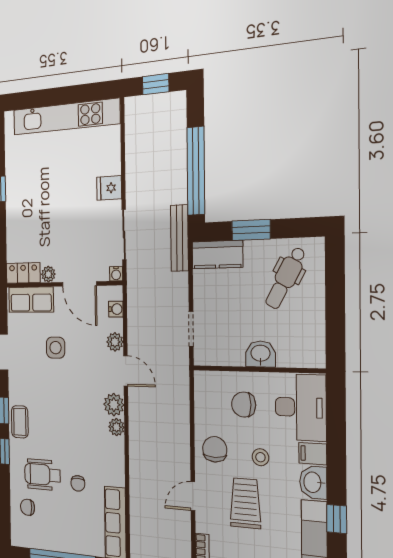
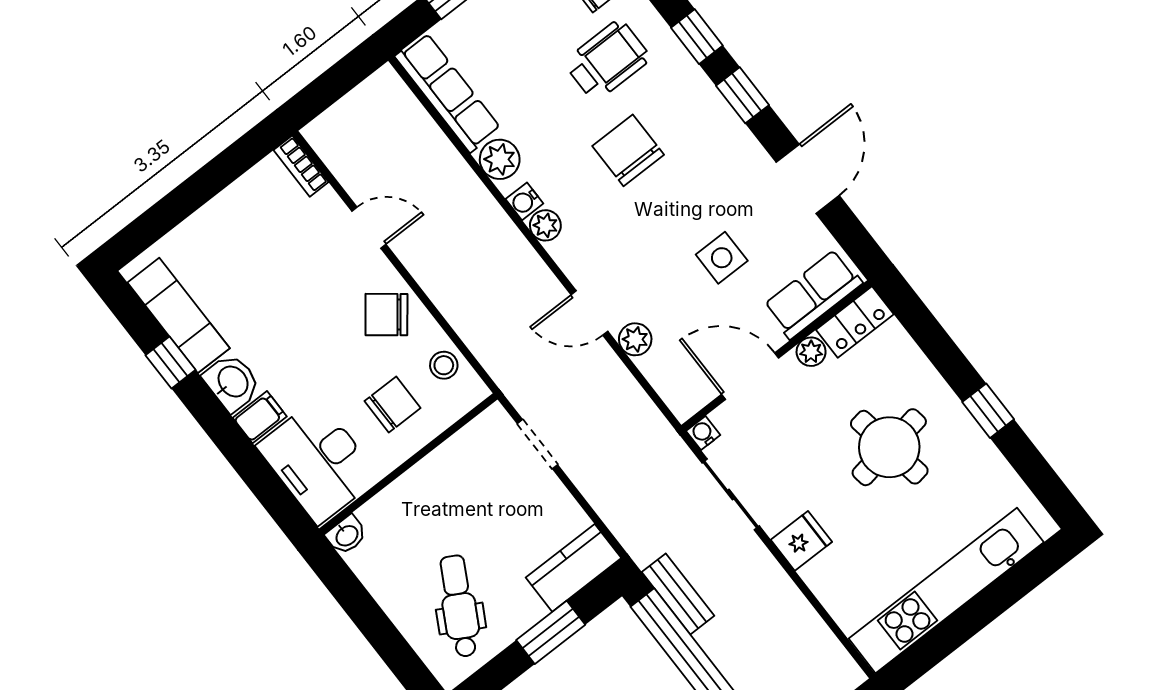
round table: (46, 204) -> (889, 447), added
bench: (179, 238) -> (678, 594), moved, width x0.73
water cooler: (116, 309) -> (524, 201), moved
washbasin: (260, 354) -> (346, 535), moved, width x0.72, depth x0.69
plant: (114, 405) -> (500, 159), moved
coffee table: (20, 422) -> (700, 104), removed
chair: (215, 449) -> (386, 315), turned 128
stool: (260, 457) -> (444, 365), moved
chair: (78, 483) -> (628, 150), moved, width x1.87, depth x1.87
door: (193, 496) -> (369, 228), hinge flipped
trolley: (245, 503) -> (294, 281), removed

